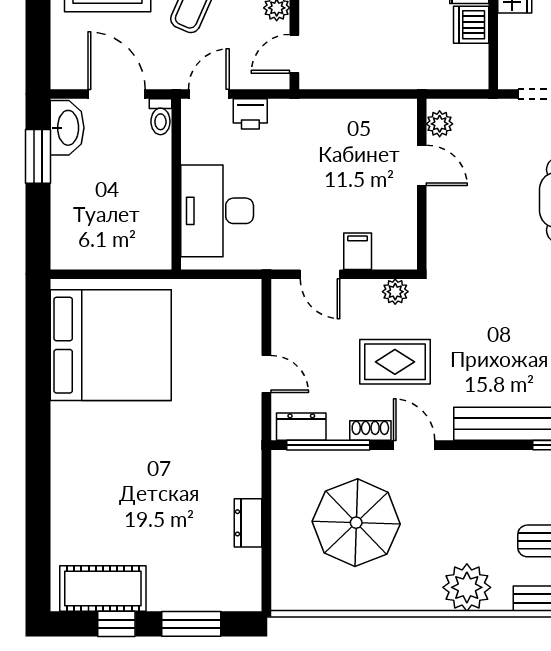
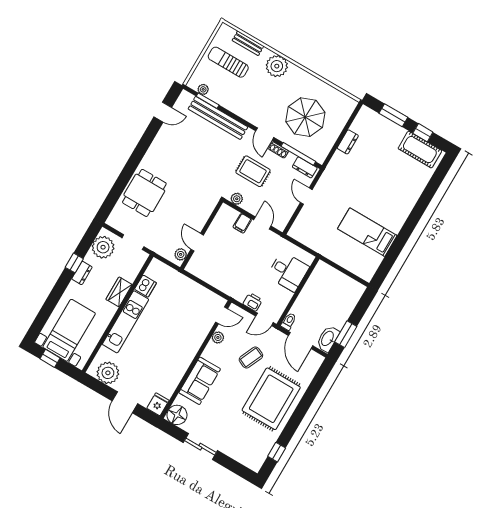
desk: (217, 211) -> (288, 271), width x0.73
bed: (111, 345) -> (367, 232), width x0.49

